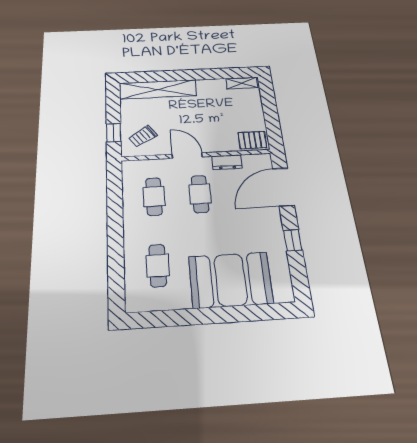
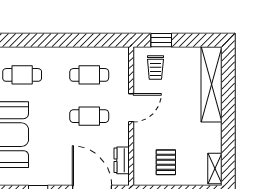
trolley: (143, 136) -> (155, 68), turned -146
pallet: (252, 140) -> (166, 162), moved
dresser: (227, 162) -> (122, 160), moved

